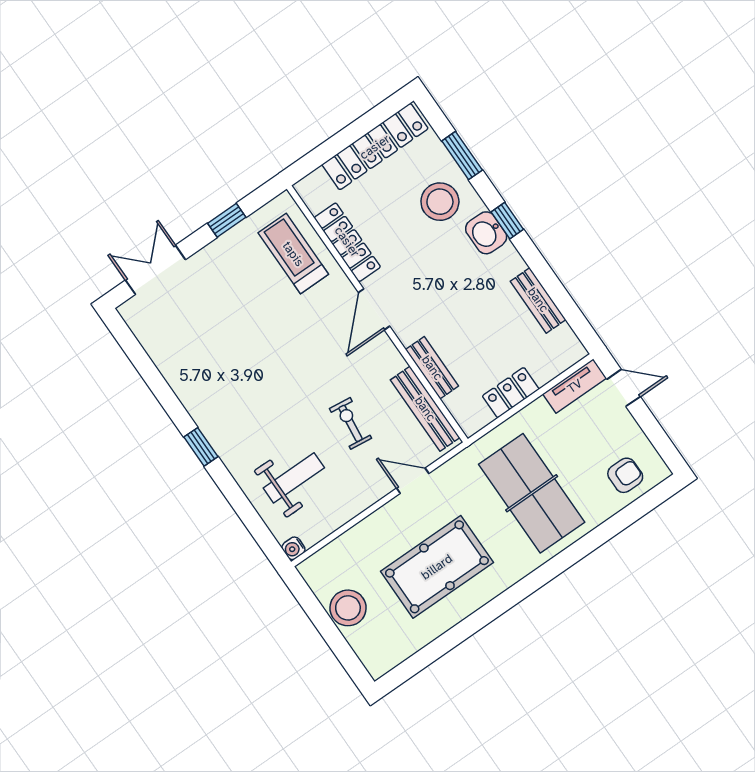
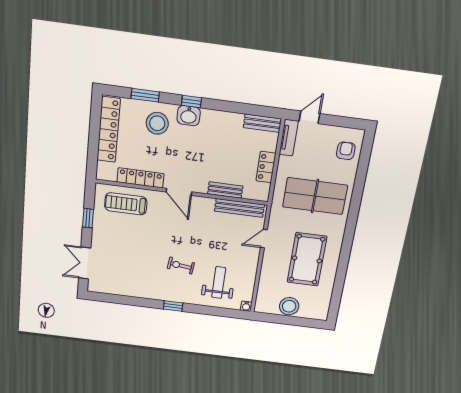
bench: (538, 300) -> (262, 123), moved
exercise bike: (350, 423) -> (181, 266), moved

